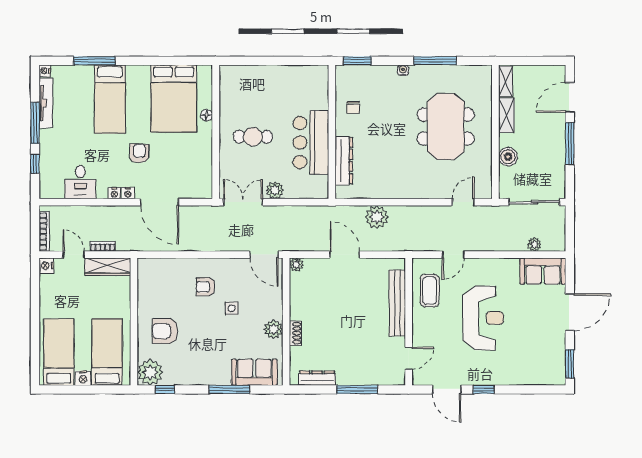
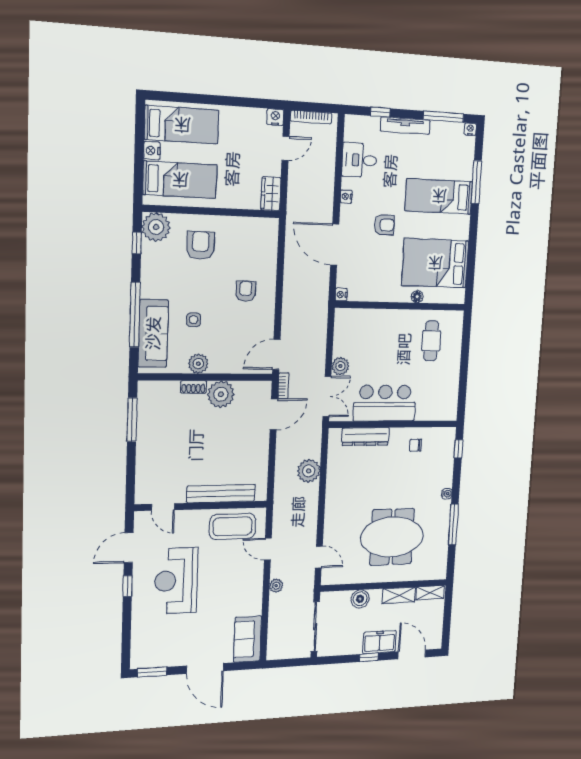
window: (357, 61) -> (458, 449), width x0.67
tv unit: (46, 103) -> (405, 126), moved
window: (35, 123) -> (443, 117), moved
freezer: (554, 133) -> (380, 642), added
cafe table: (253, 137) -> (431, 341), moved
window: (570, 144) -> (369, 657), width x0.46
nightstand: (128, 193) -> (341, 295), moved
door: (160, 202) -> (335, 245), hinge flipped
double door: (243, 202) -> (327, 397), moved
plant: (534, 244) -> (276, 586), moved
bookcase: (103, 246) -> (283, 386), moved
door: (345, 255) -> (274, 414), moved
plant: (296, 265) -> (221, 394), moved, width x1.88, depth x1.88
wardrobe: (108, 267) -> (271, 194), width x0.67
coffee table: (430, 291) -> (233, 526), width x1.36, depth x1.32
side table: (232, 308) -> (194, 320), moved
reception desk: (483, 318) -> (176, 581), moved, turned 90
sofa: (254, 372) -> (153, 333), width x1.36
dresser: (317, 378) -> (145, 410), removed
window: (229, 389) -> (135, 315), width x1.46
window: (357, 389) -> (132, 420), moved

